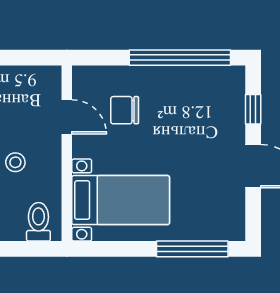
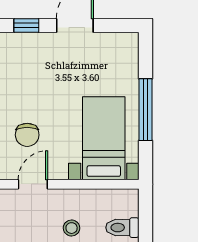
toilet: (38, 222) -> (122, 228), moved
window: (192, 249) -> (145, 110), moved

